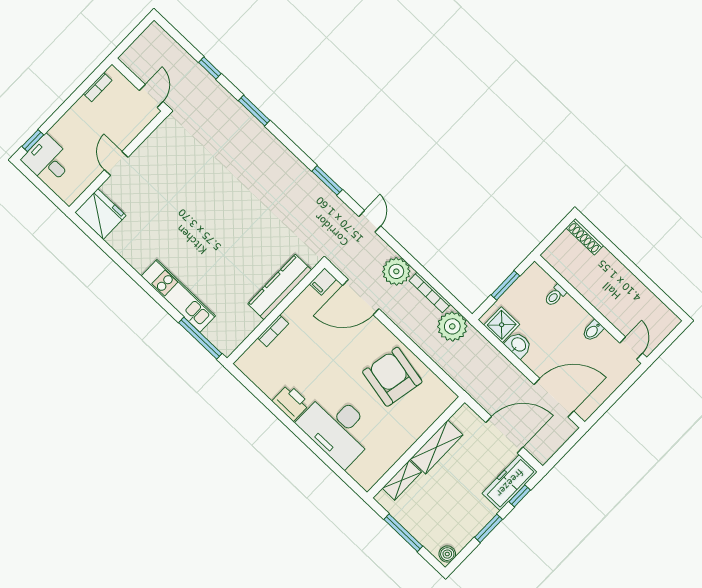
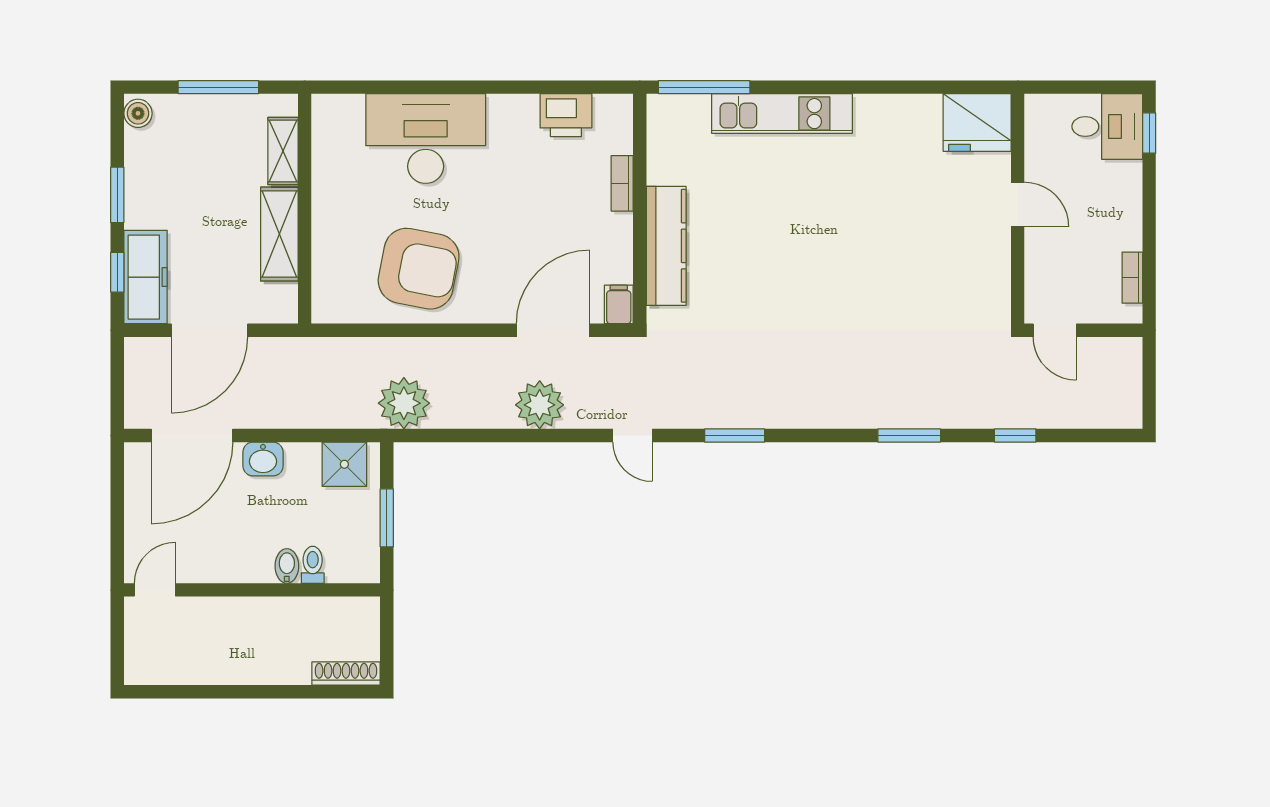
bookcase: (430, 292) -> (473, 419), removed
bidet: (593, 331) -> (287, 566), moved
washbasin: (518, 345) -> (263, 459), moved
door: (631, 348) -> (155, 590), swing flipped
printer: (291, 403) -> (566, 115), moved

